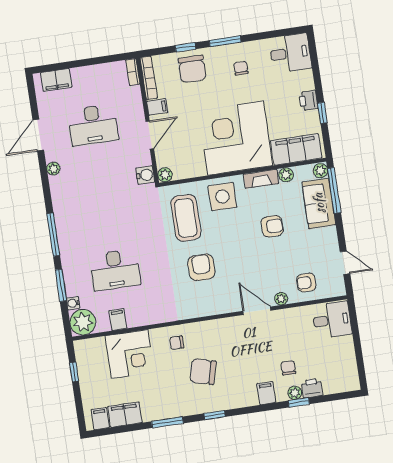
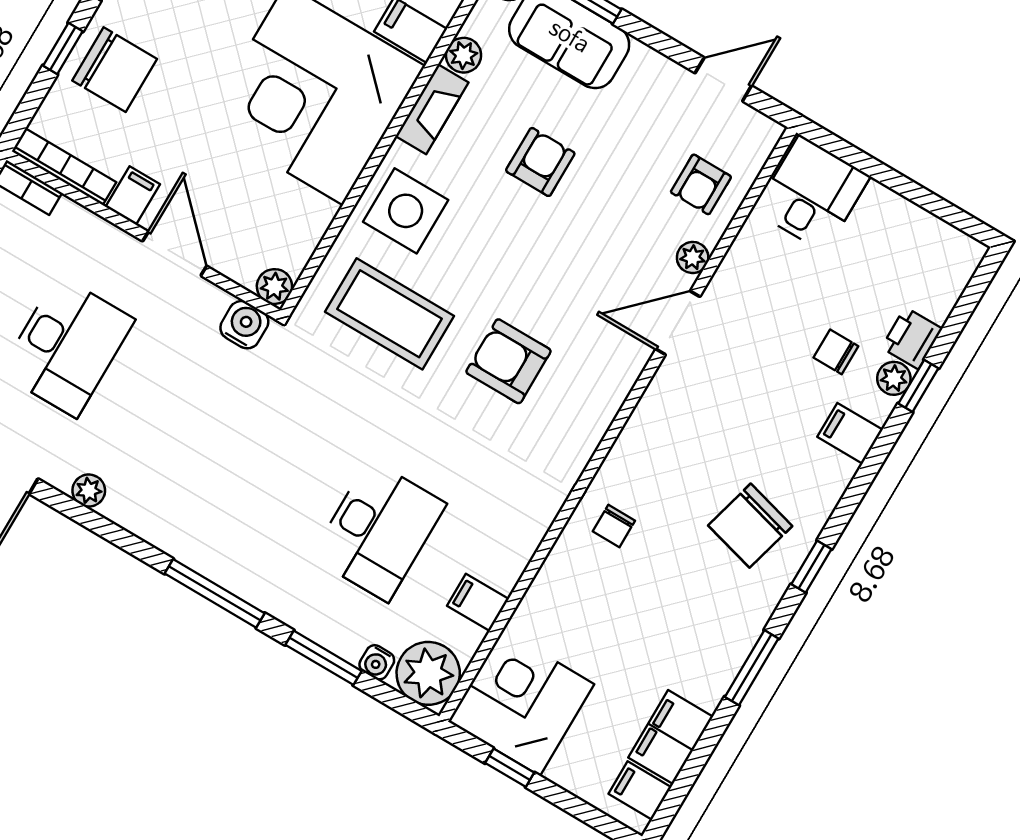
corner desk: (130, 354) -> (521, 703), moved, turned -90
chair: (203, 372) -> (750, 526), moved

